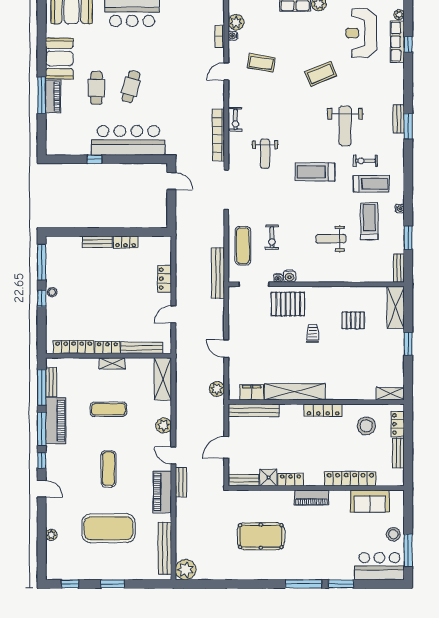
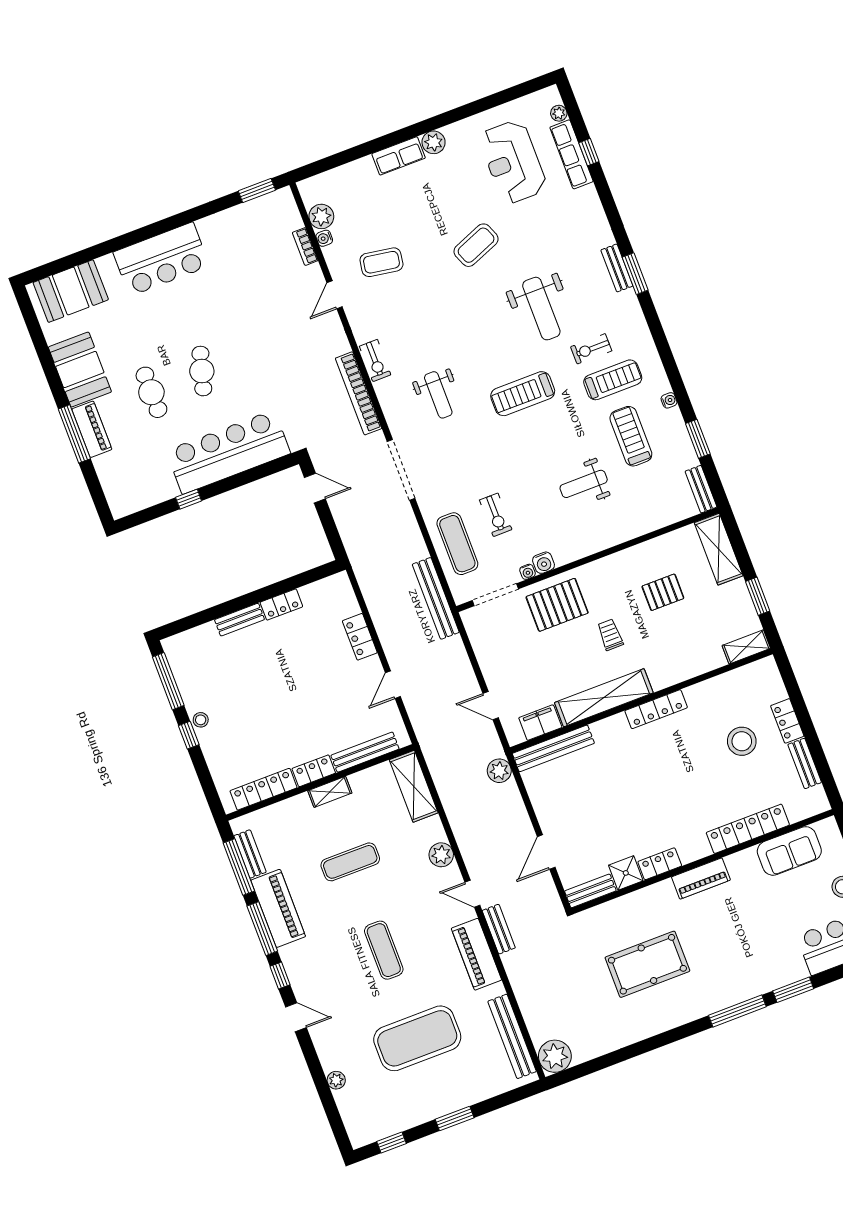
filing cabinet: (252, 392) -> (540, 723), moved
shelving: (295, 392) -> (604, 698), moved
shelving: (390, 394) -> (746, 647), moved
wall: (316, 402) -> (641, 701), moved
bench: (254, 410) -> (553, 748), moved
locker: (323, 410) -> (656, 709), moved

